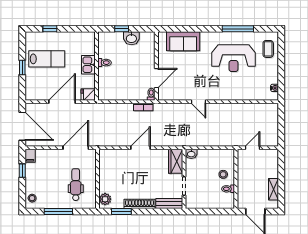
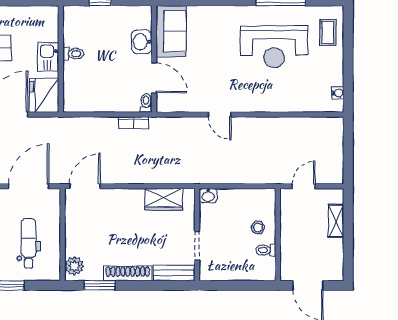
washbasin: (131, 38) -> (142, 42), moved, turned 90
sofa: (183, 41) -> (171, 31), moved, turned -90
door: (156, 78) -> (154, 78), hinge flipped
fridge: (88, 94) -> (44, 95), width x1.88, depth x1.34
door: (140, 148) -> (85, 186), moved
wardrobe: (176, 161) -> (164, 199), moved, turned -90
shelving: (273, 189) -> (336, 221), moved

